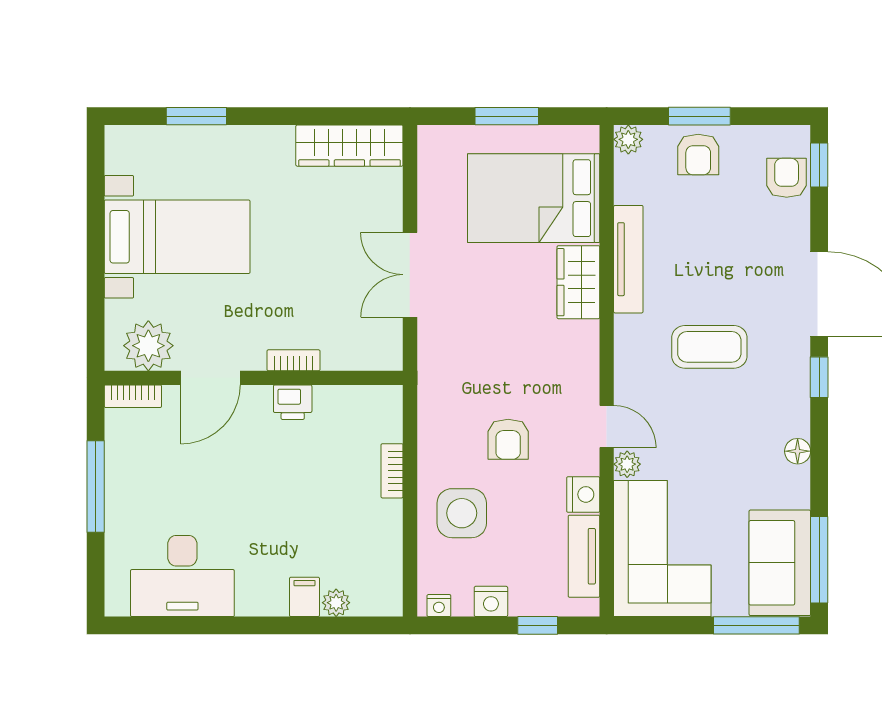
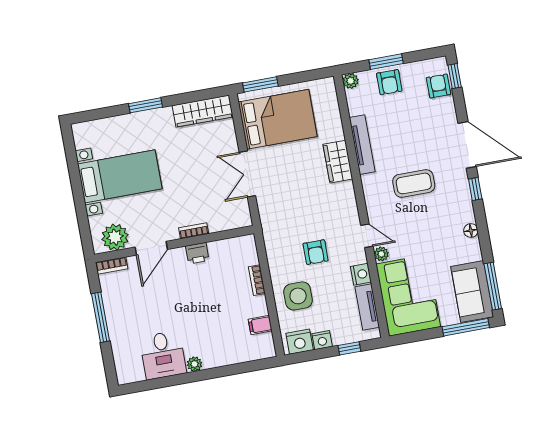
window: (196, 116) -> (145, 105), moved
window: (507, 116) -> (260, 84), moved
bed: (534, 198) -> (278, 119), moved, turned 180
desk: (182, 576) -> (163, 355), width x0.73
filing cabinet: (304, 597) -> (260, 325), moved, turned -90
plant: (336, 603) -> (194, 364), moved
nightstand: (439, 606) -> (300, 342), width x1.89, depth x1.79

